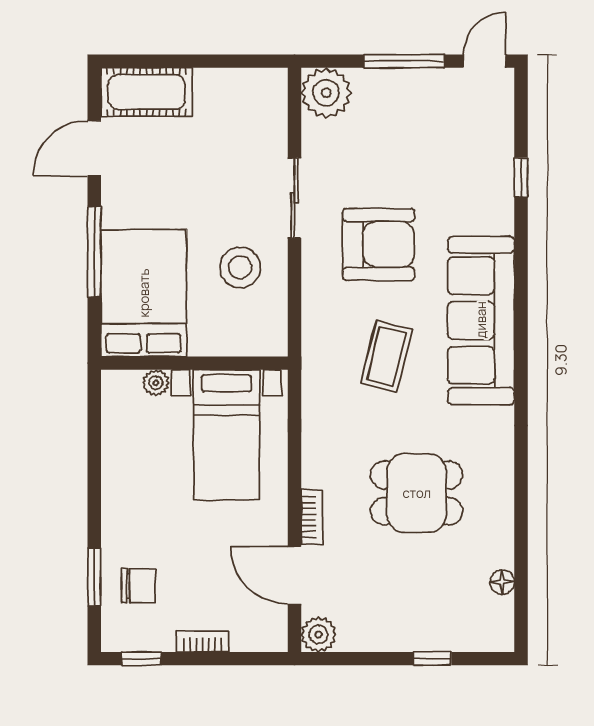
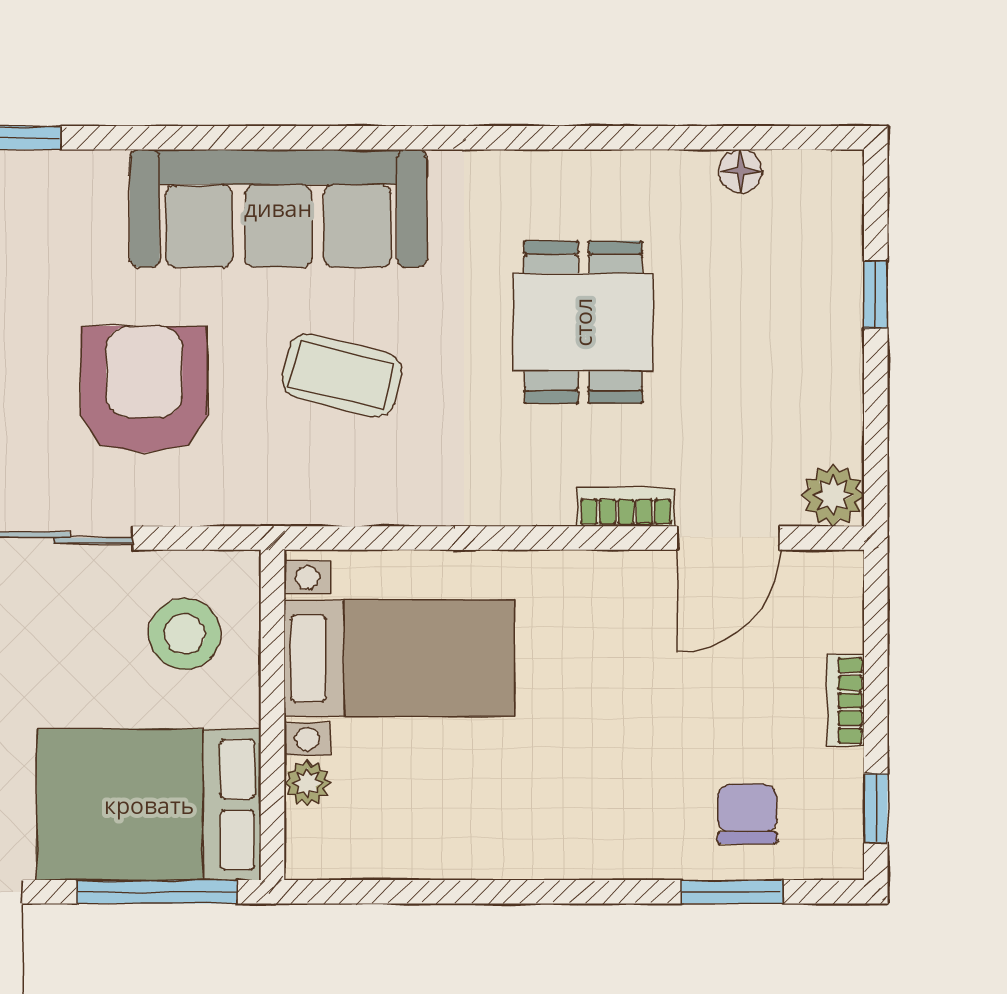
bed: (144, 293) -> (149, 805), moved
wall: (194, 363) -> (273, 715), moved
plant: (156, 383) -> (307, 783), moved
bed with nightstands: (226, 435) -> (399, 658), moved

